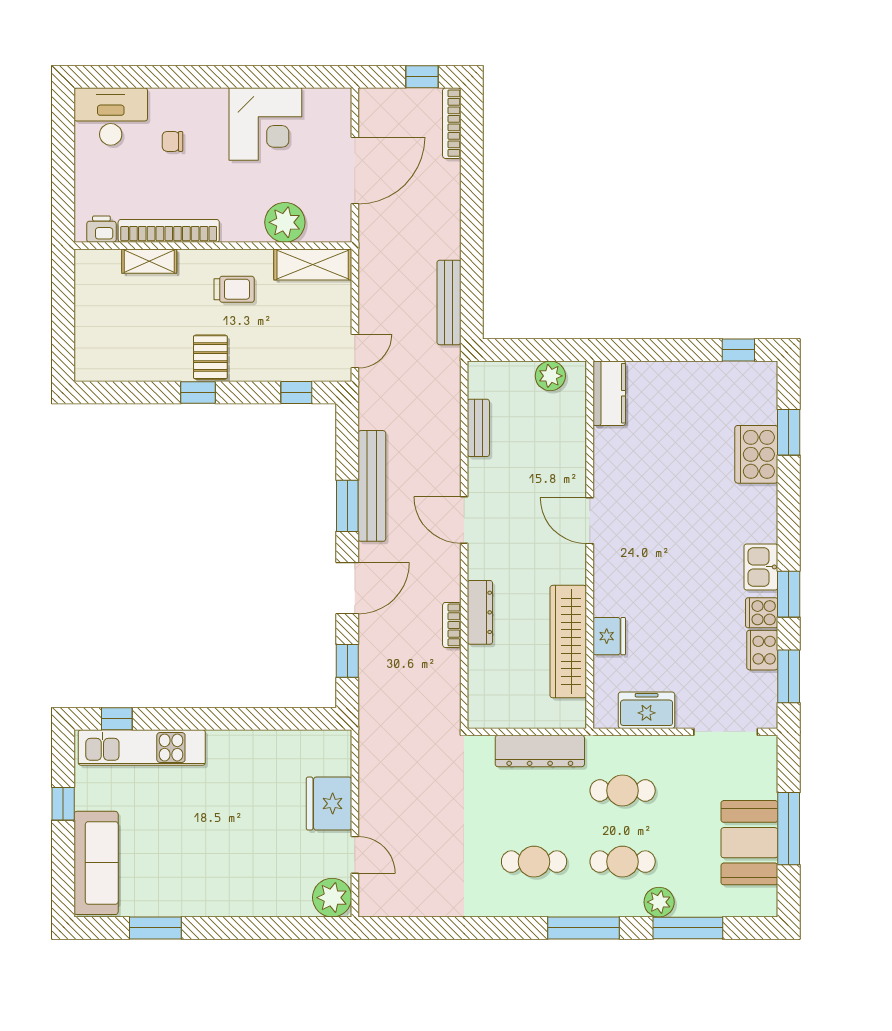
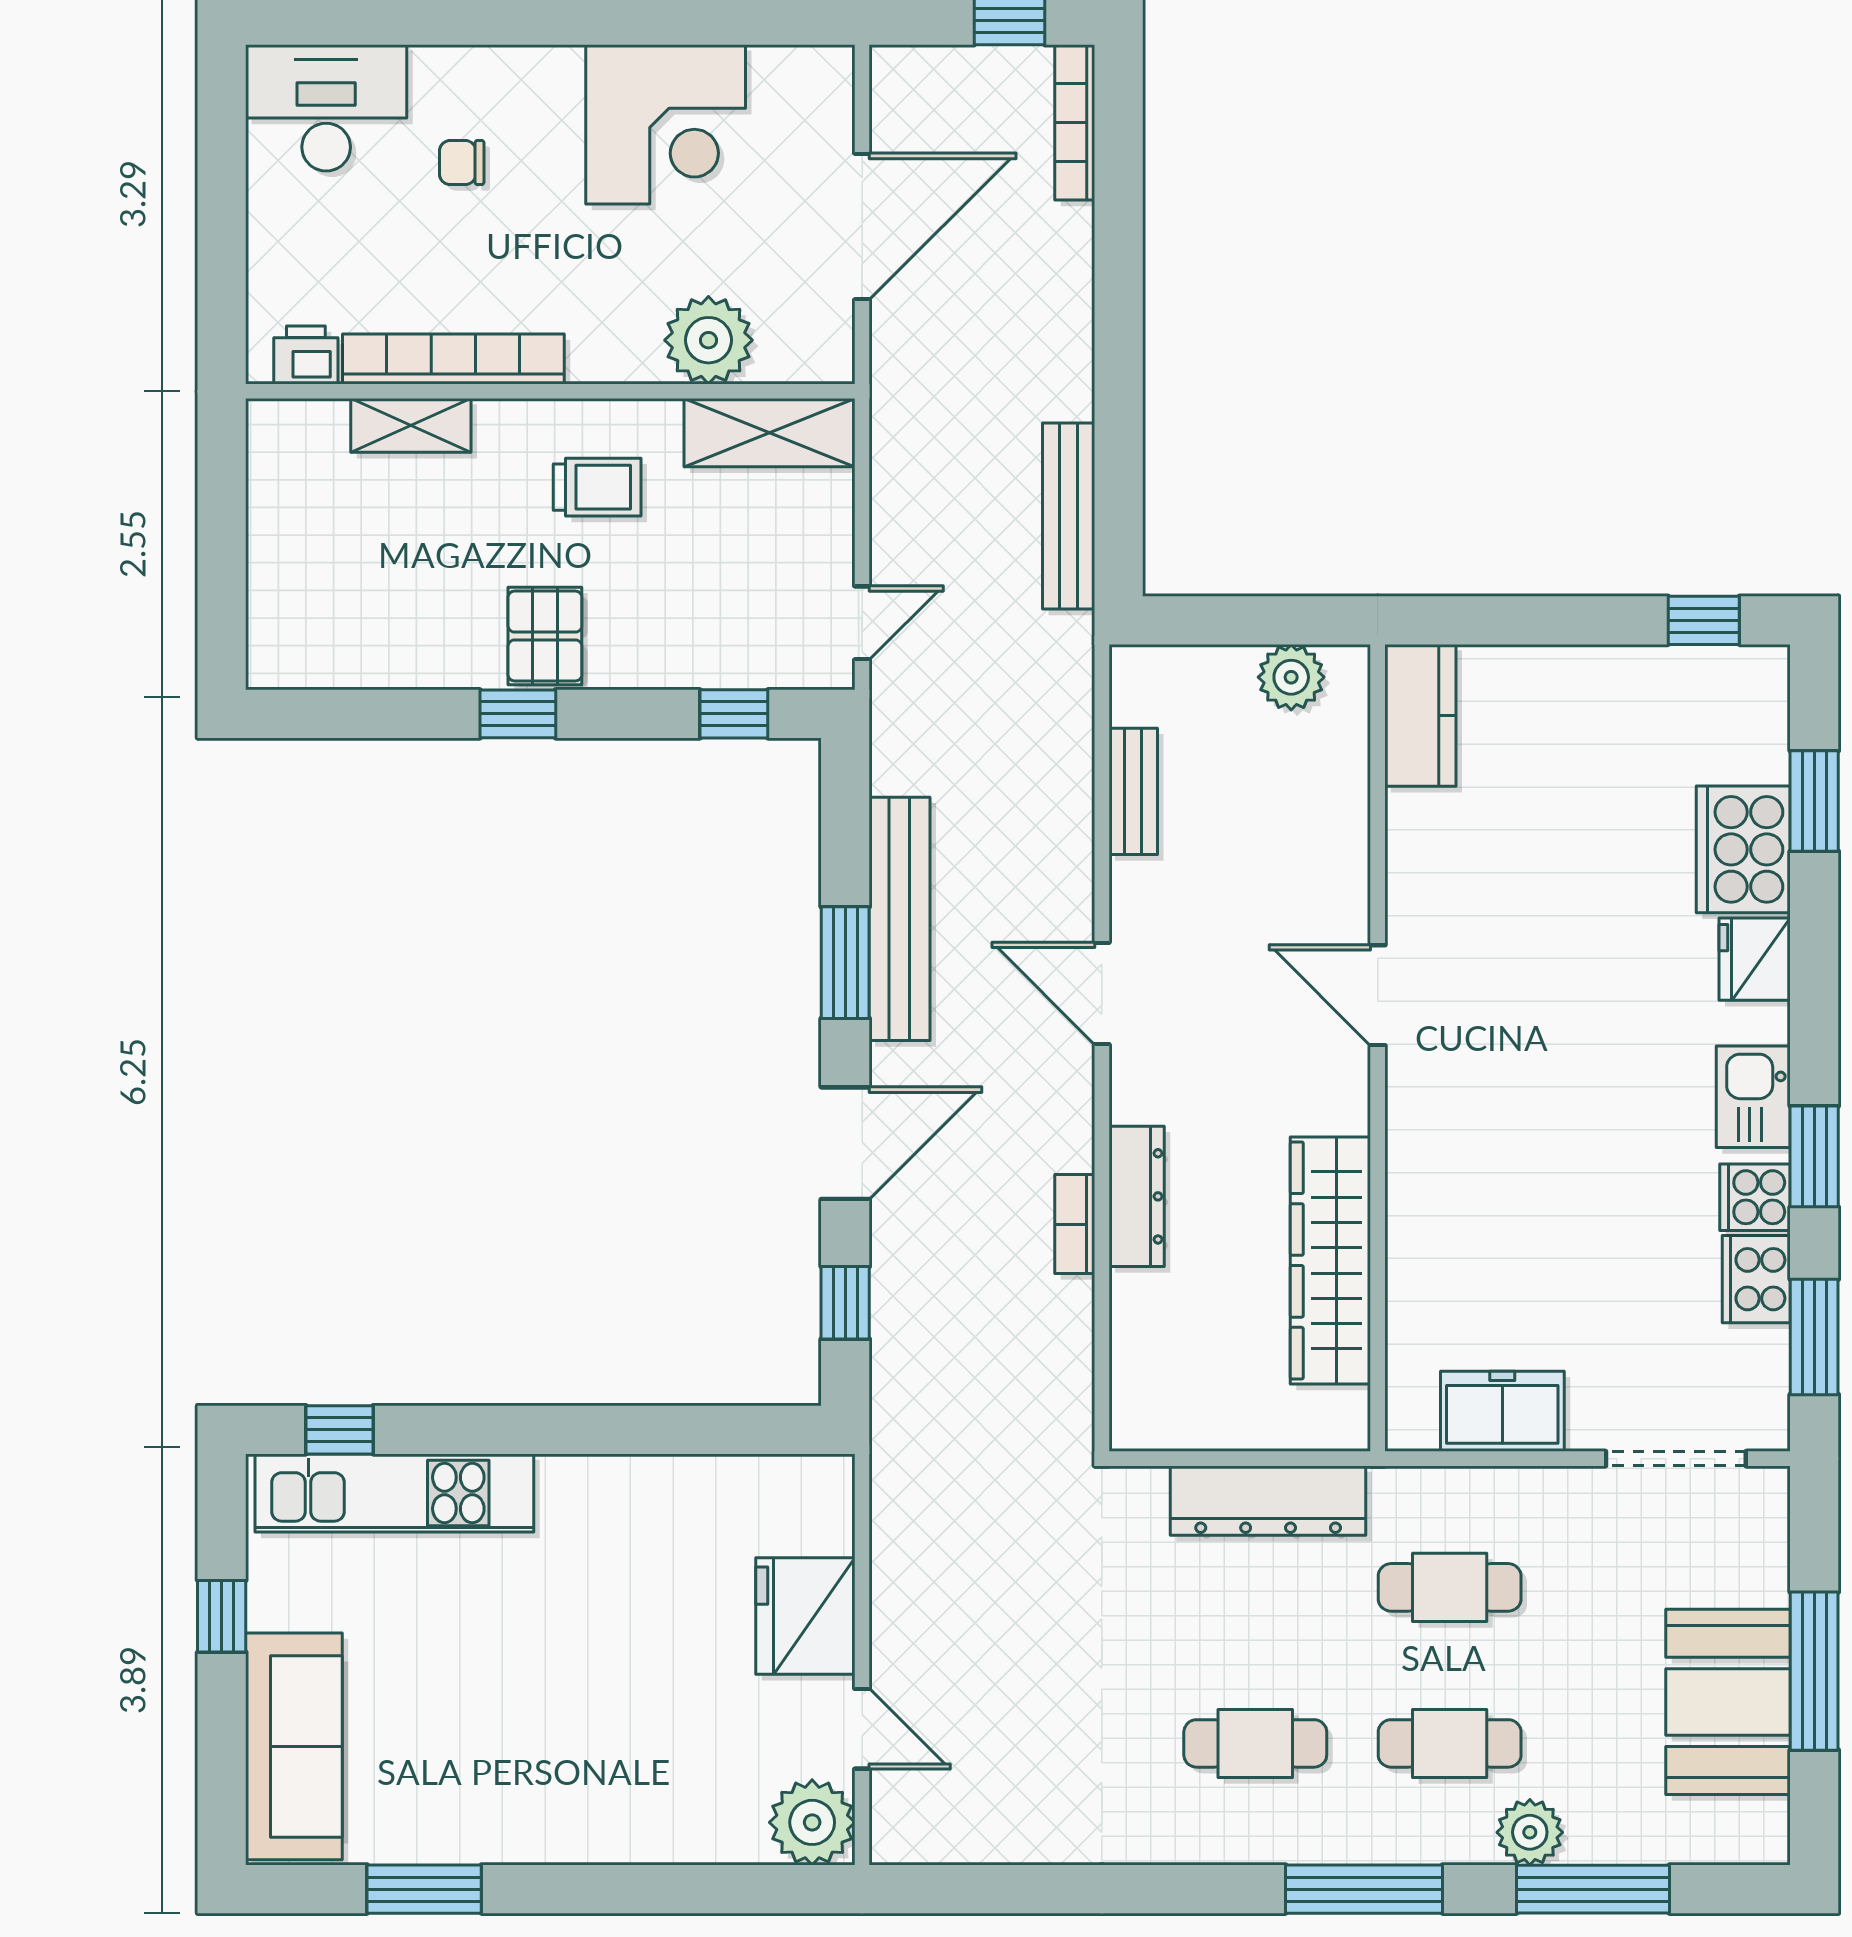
fridge: (609, 636) -> (1755, 959), moved, turned 180

